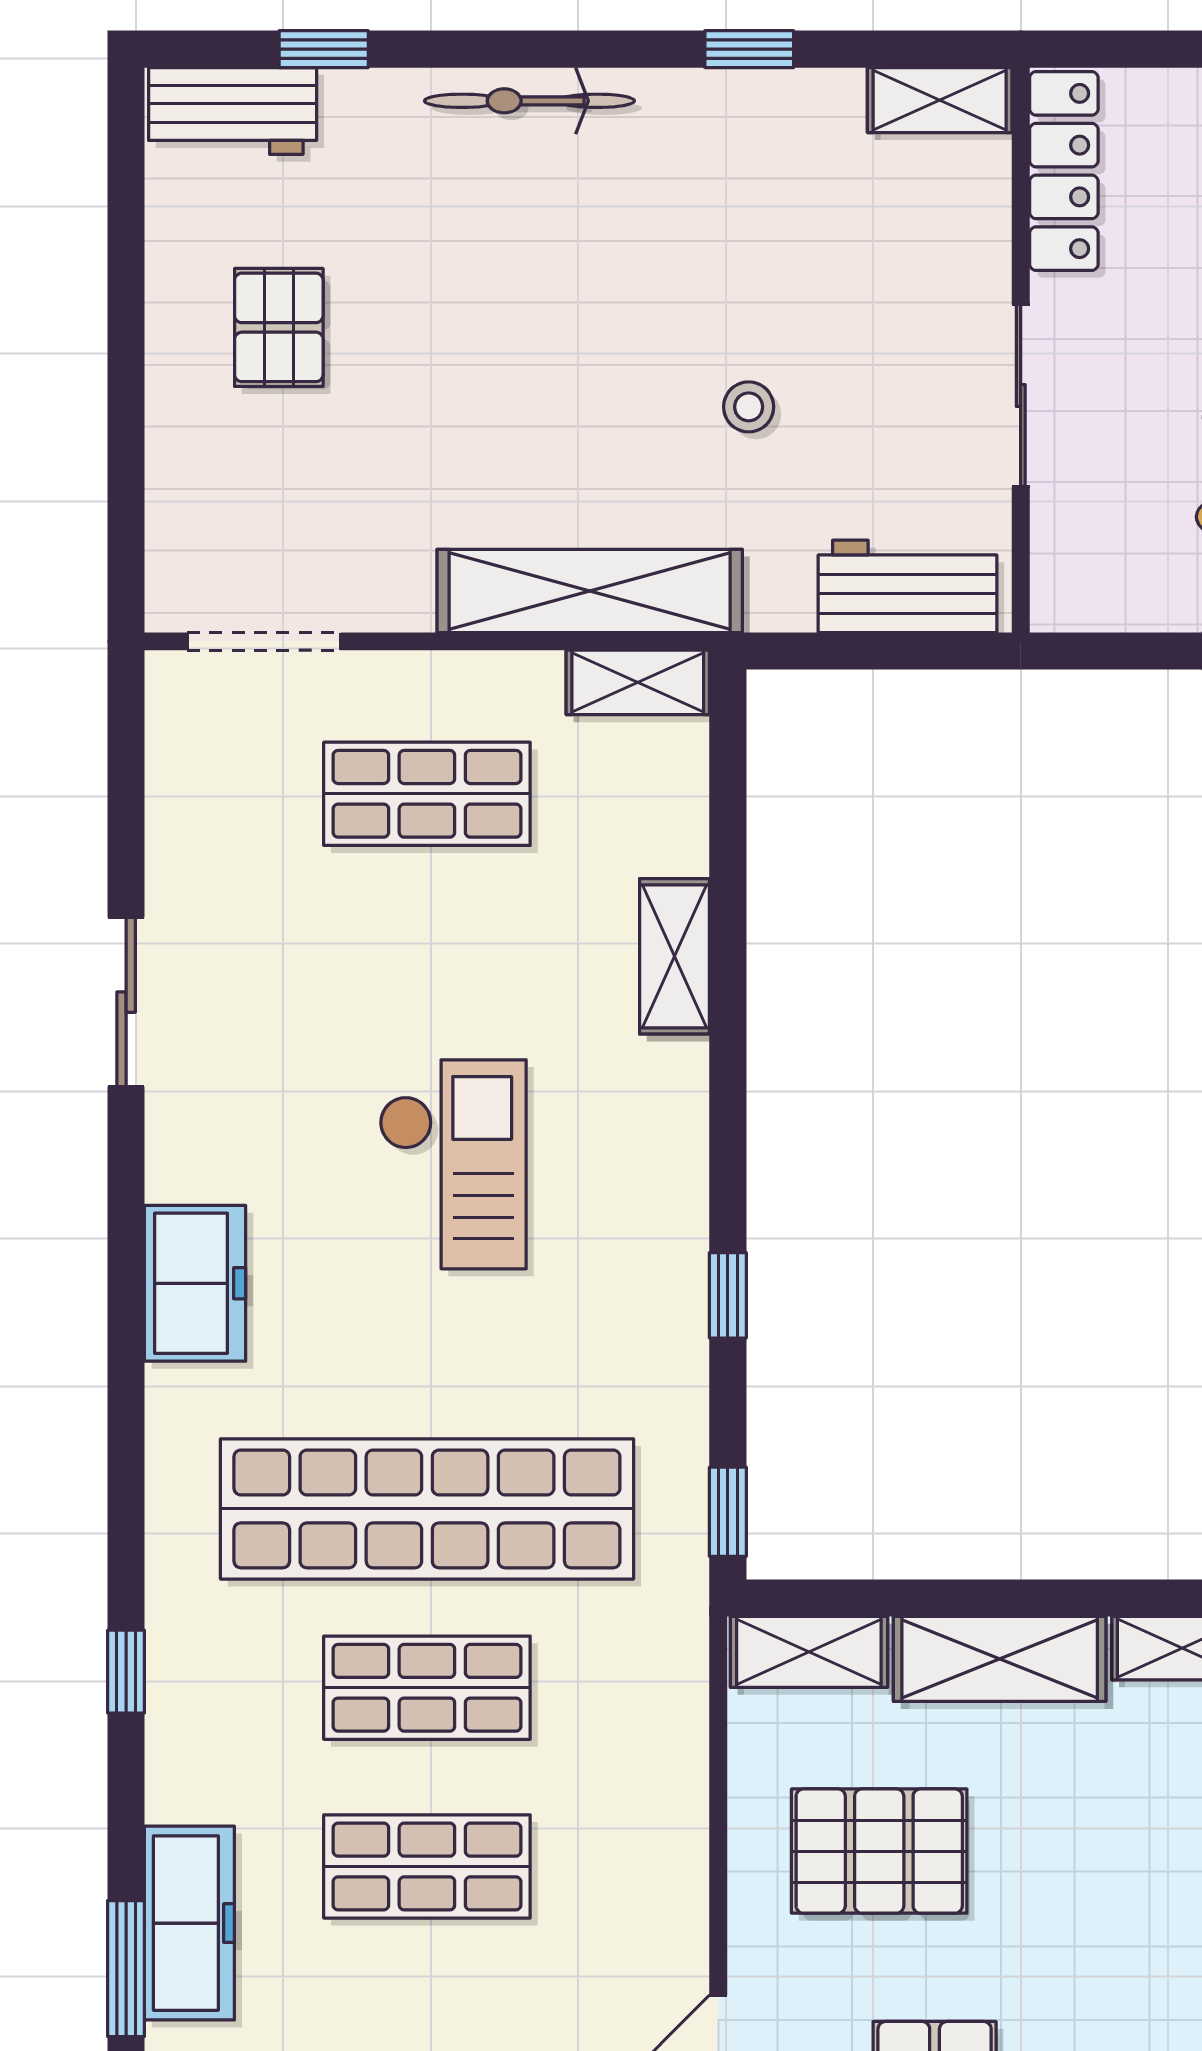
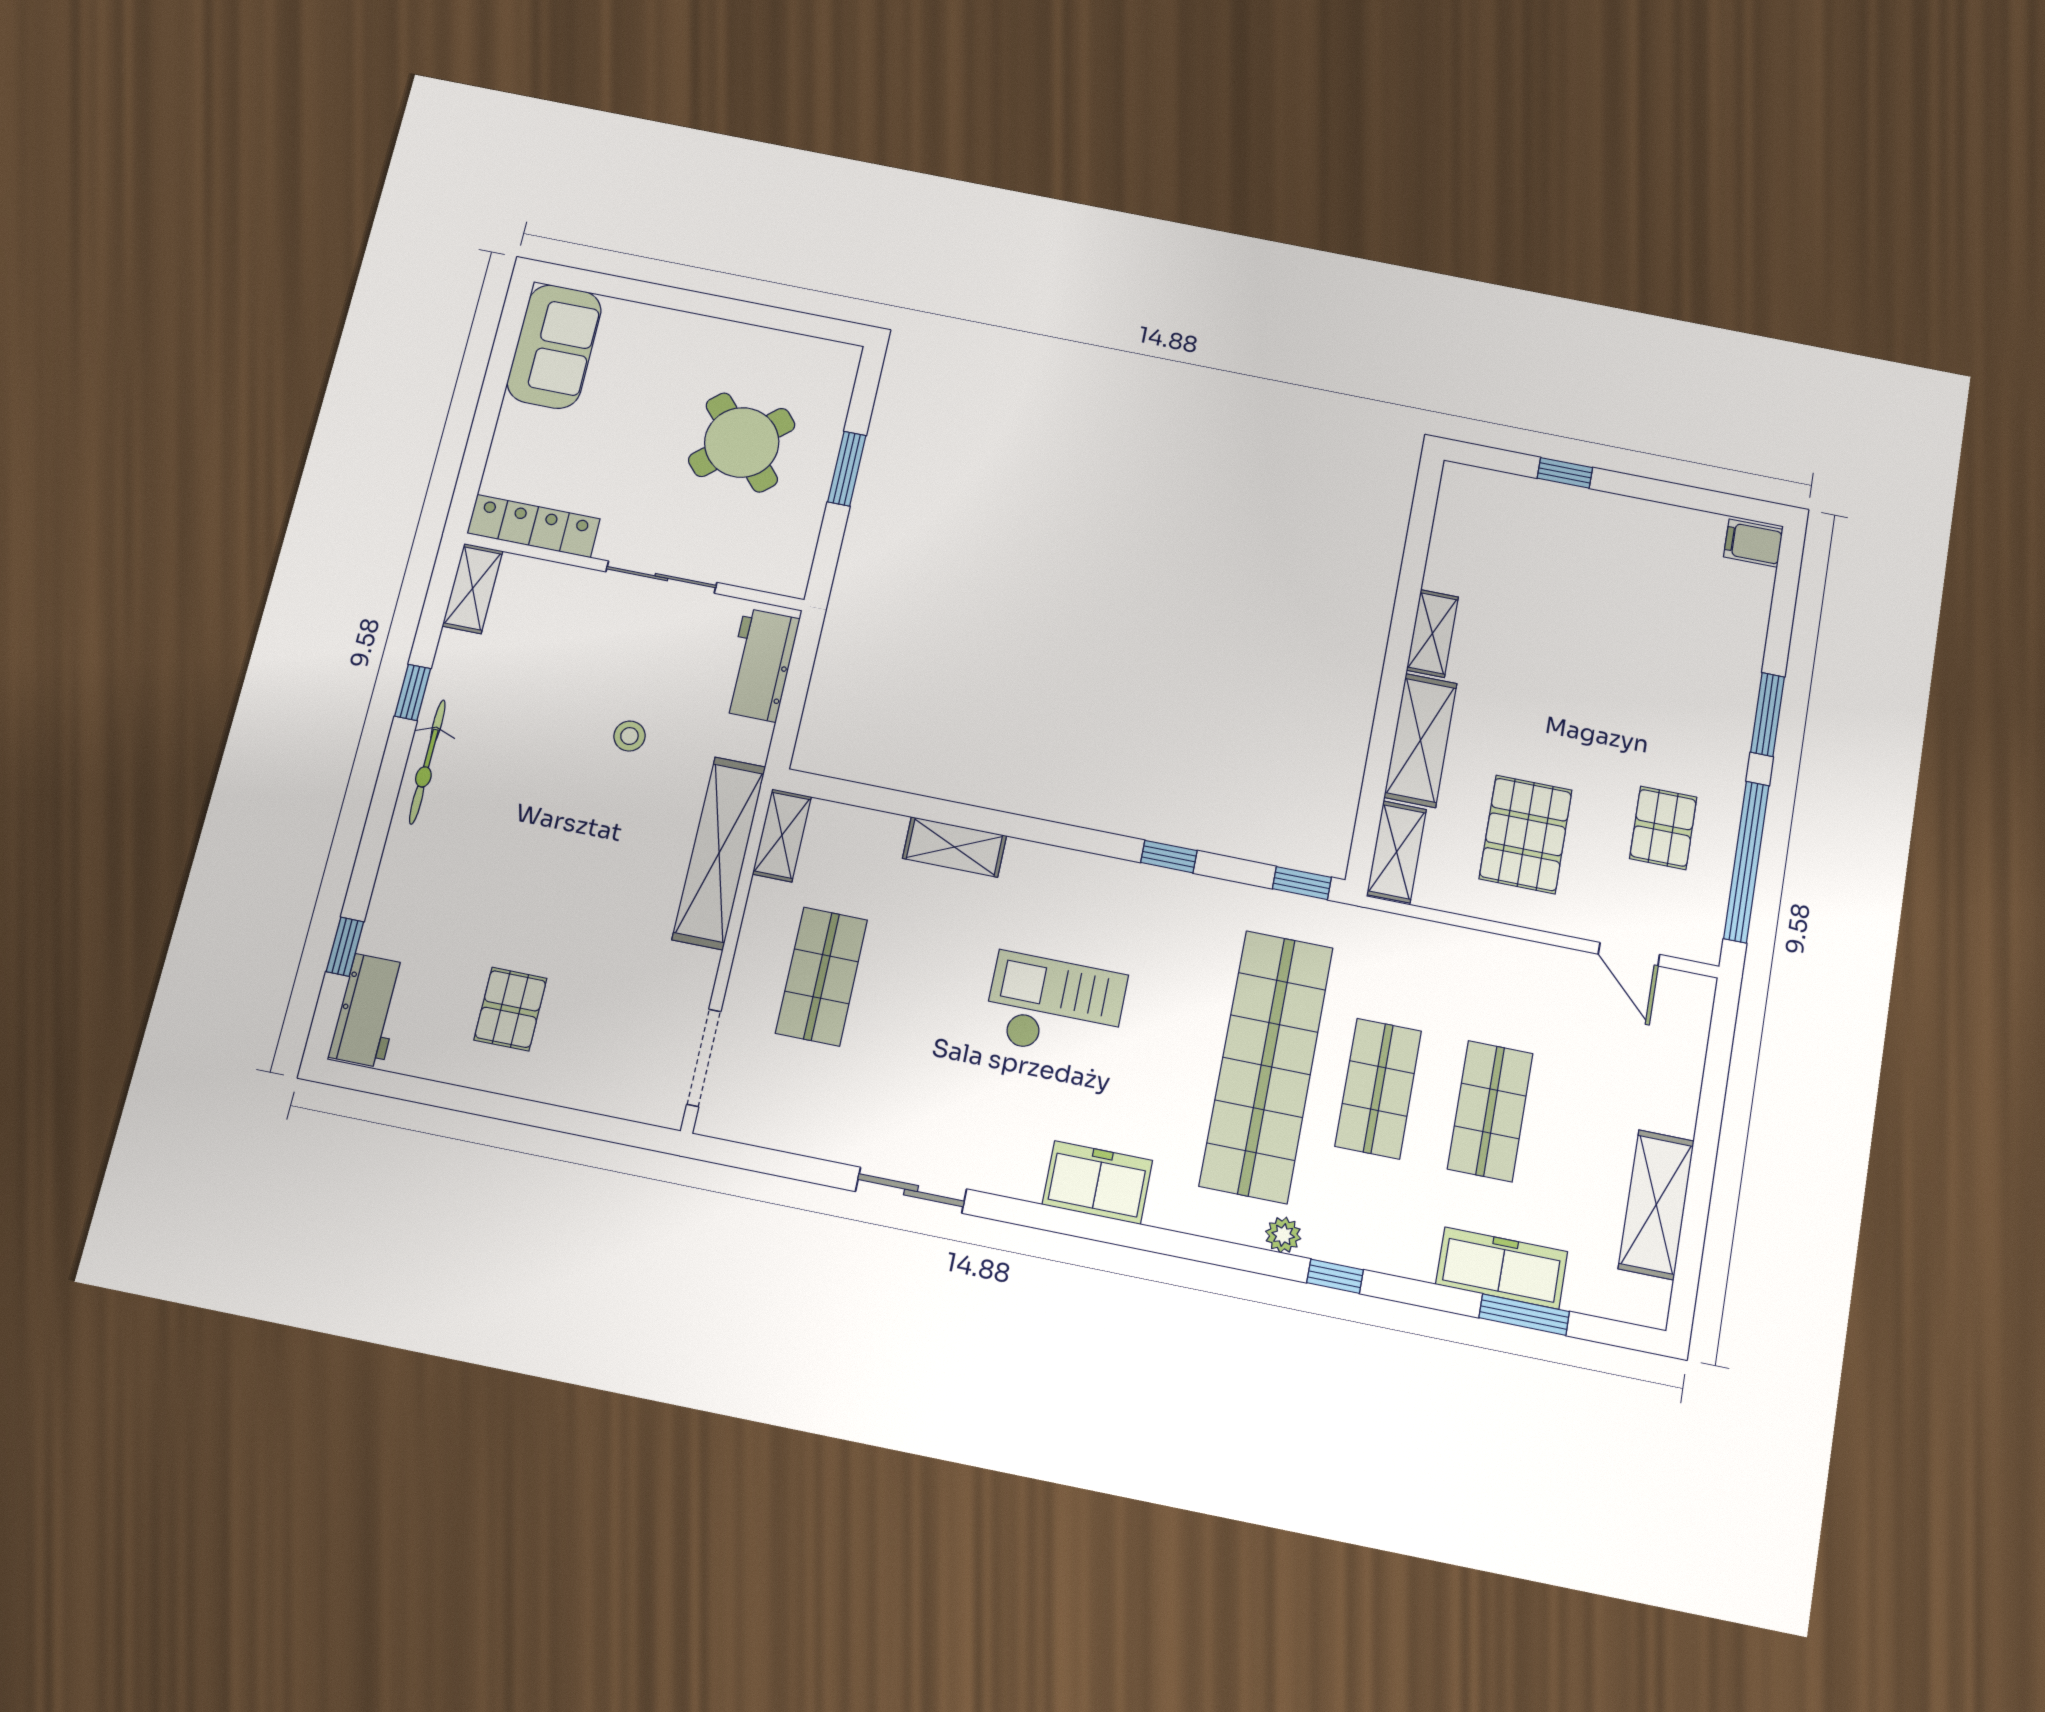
bicycle: (529, 101) -> (427, 762), moved
pallet: (279, 327) -> (510, 1009), turned 90
plant: (173, 1582) -> (1283, 1235), added

